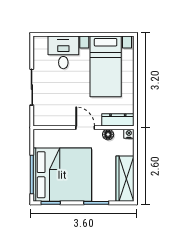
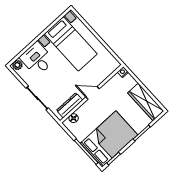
plant: (41, 42) -> (17, 65), added
dresser: (118, 120) -> (70, 105), moved
floor lamp: (108, 134) -> (74, 118), moved
bed: (62, 175) -> (109, 139), width x0.73

